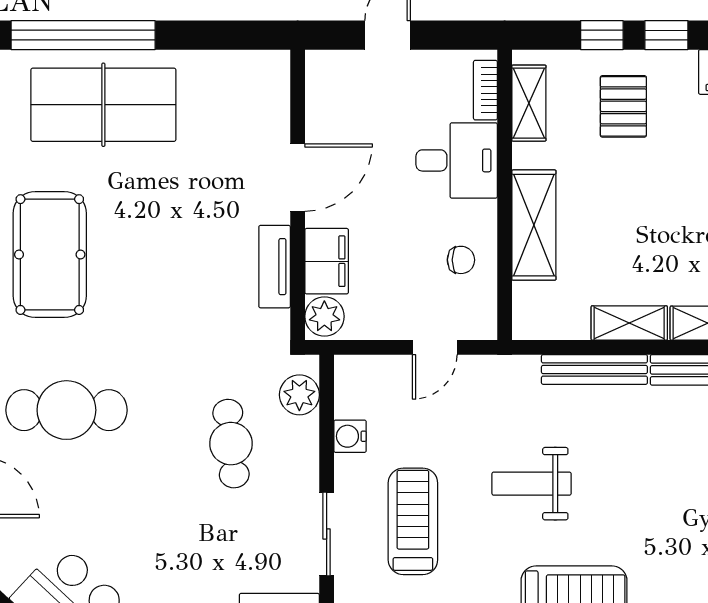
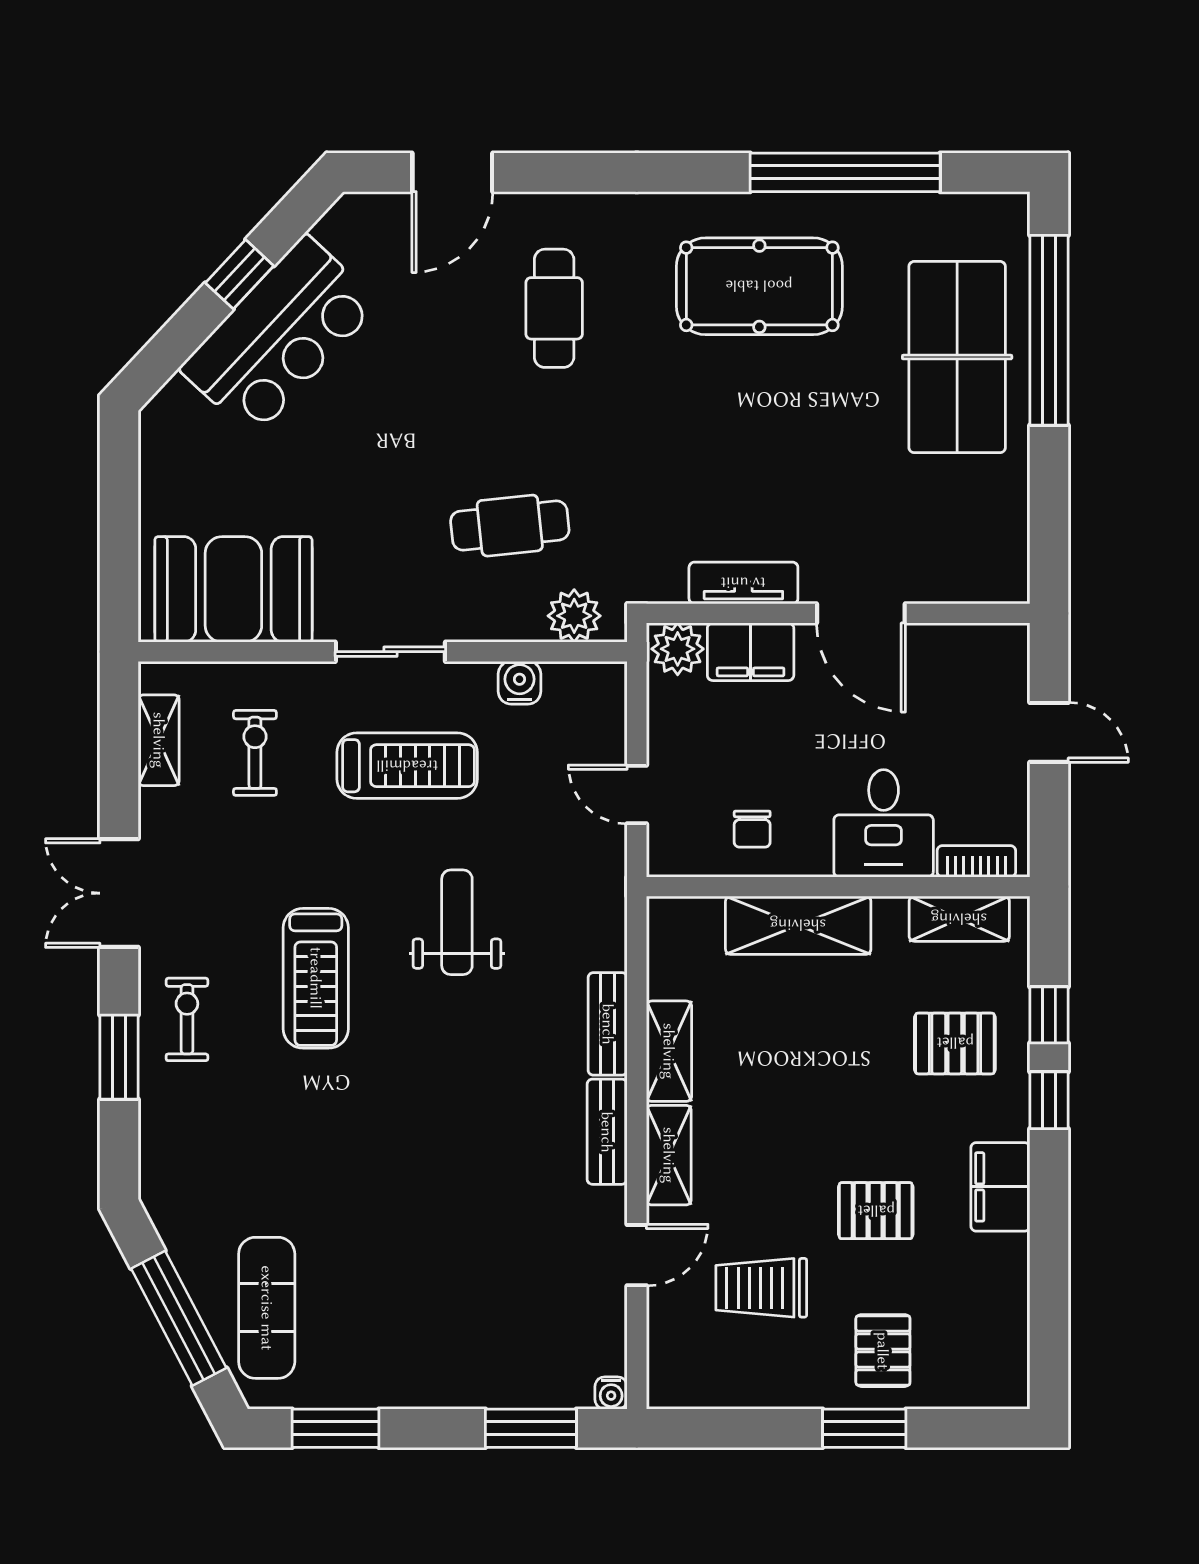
bench: (594, 369) -> (608, 1024), width x0.73
cafe table: (66, 410) -> (554, 308), width x0.73, depth x0.74

